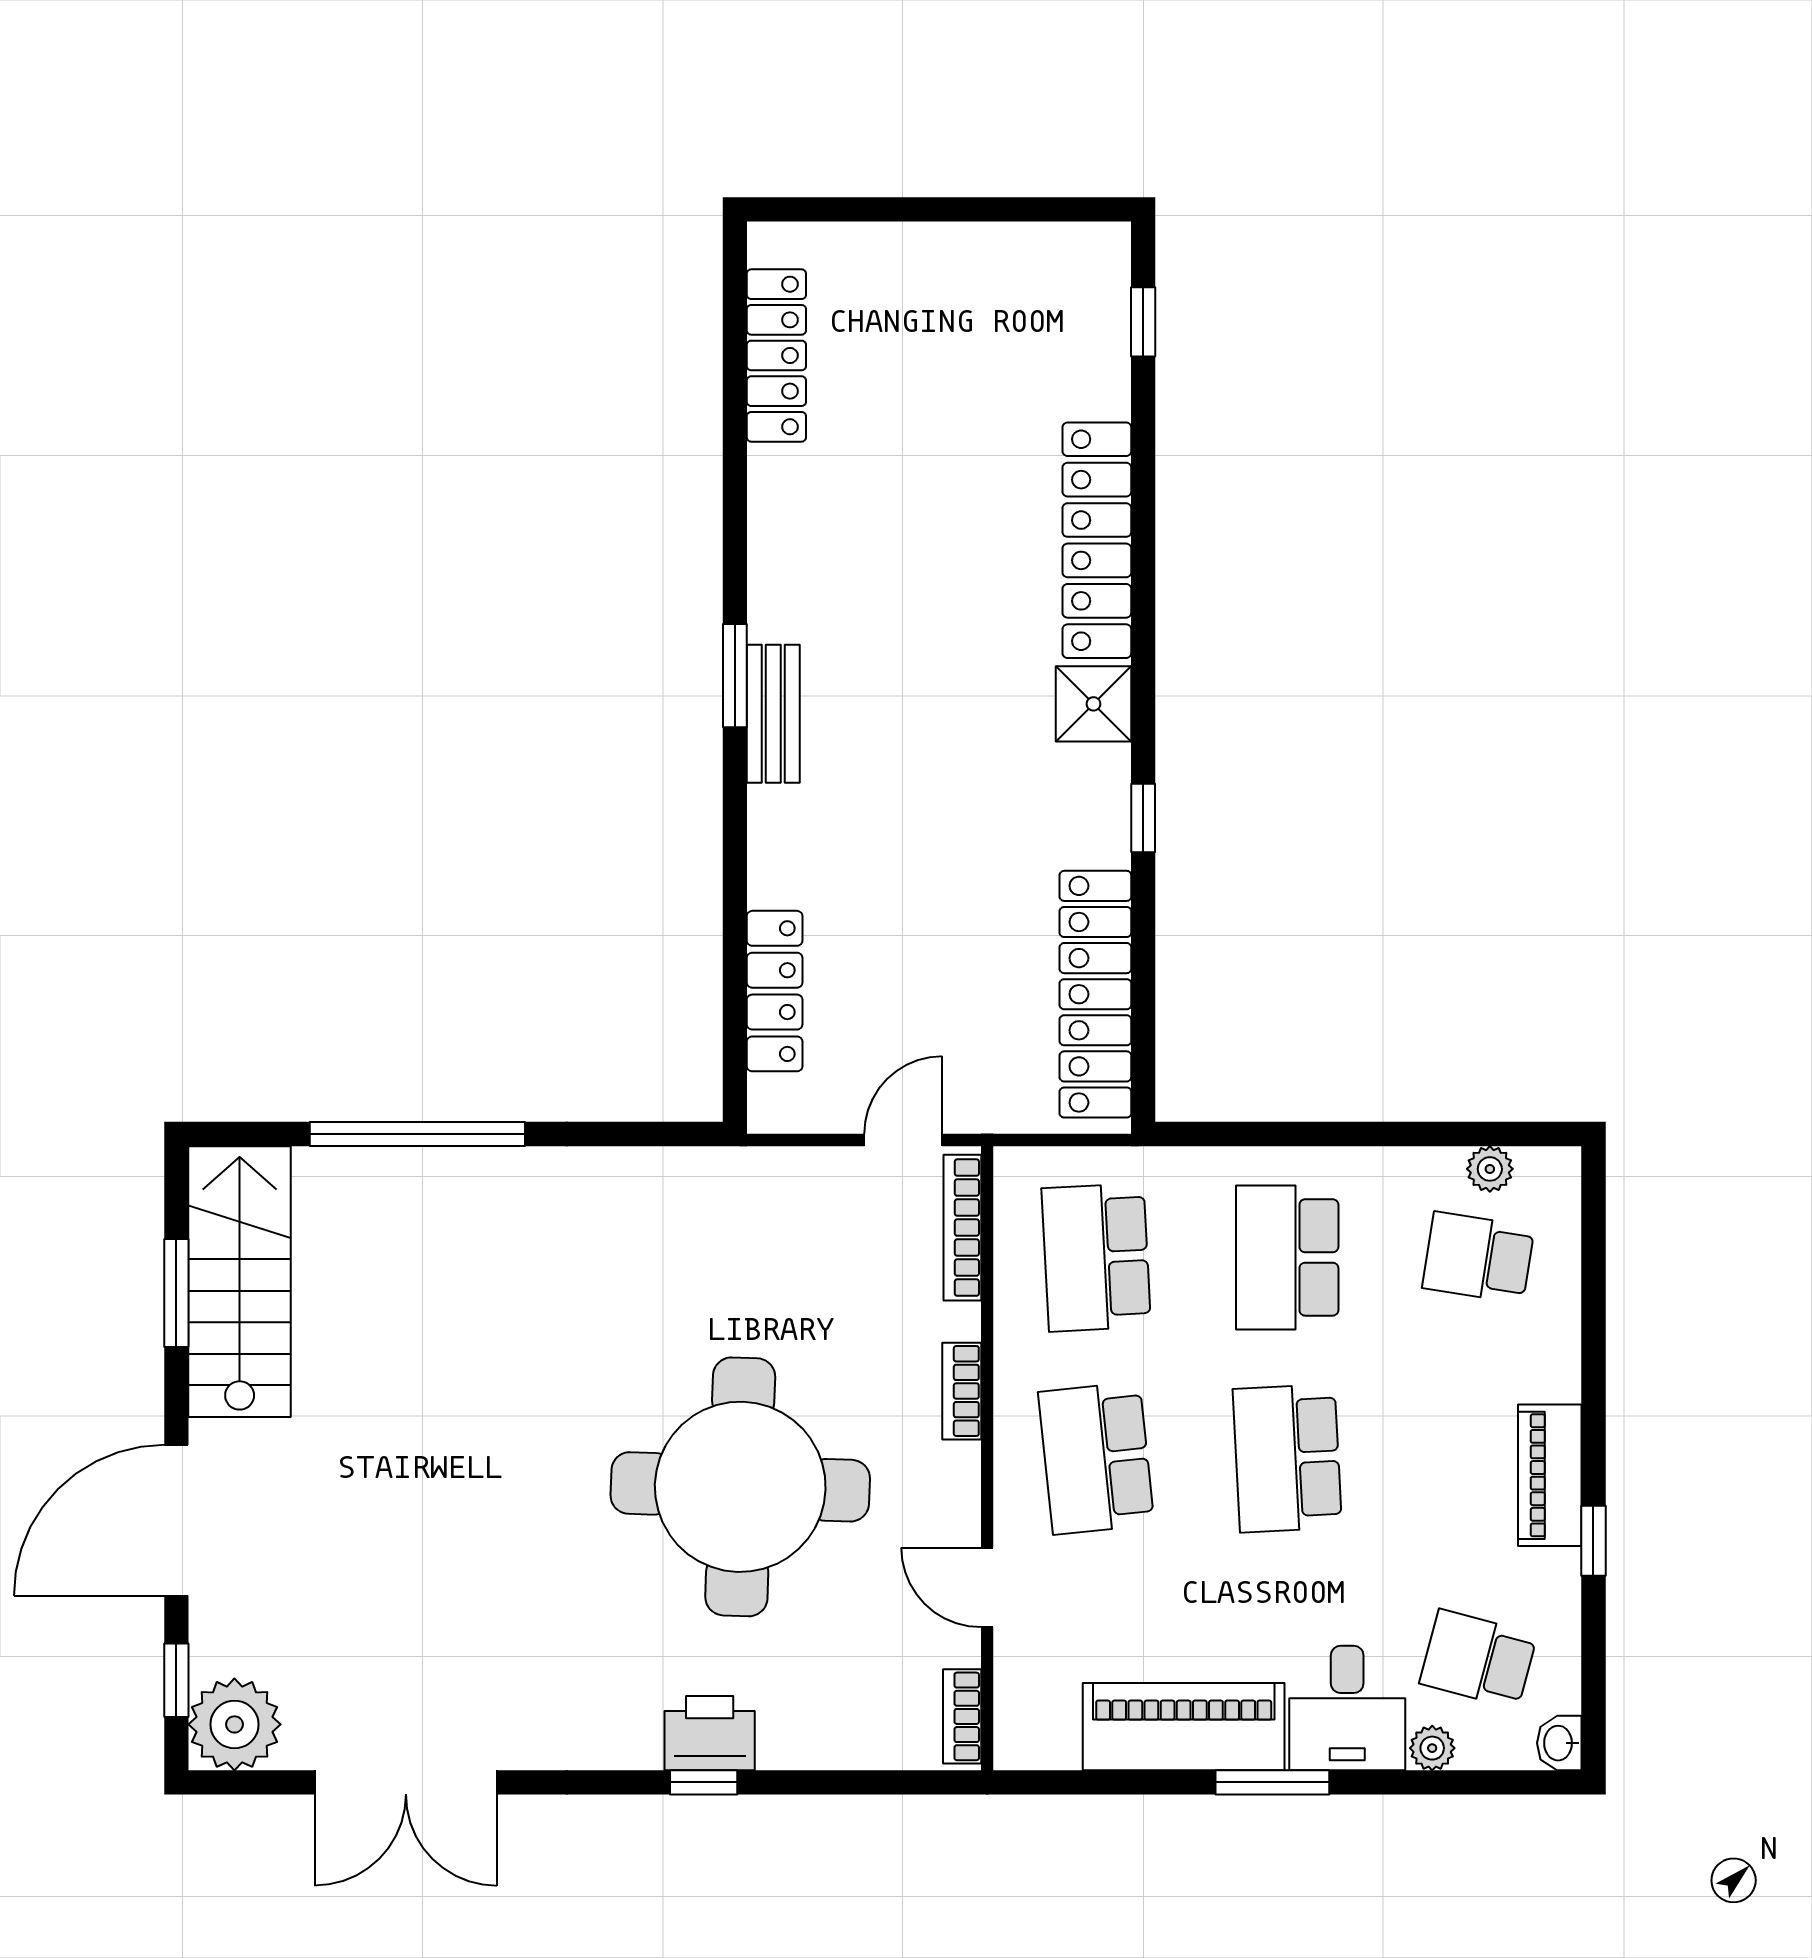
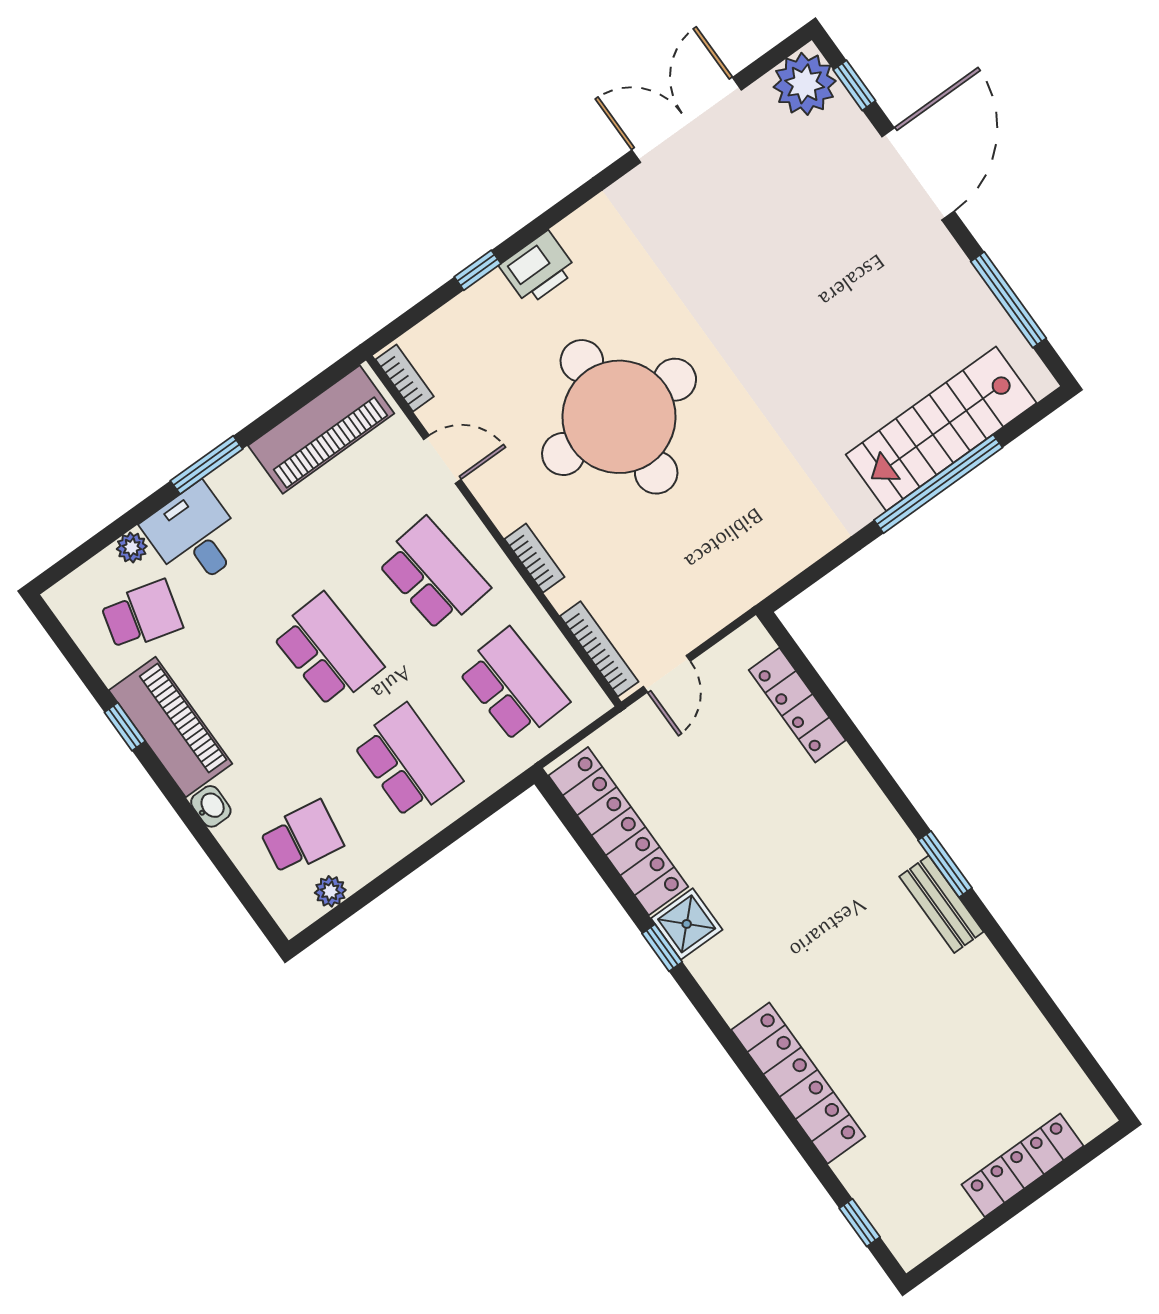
locker: (776, 355) -> (1022, 1165), moved, turned 90
shower: (1093, 704) -> (687, 924), moved
bench: (773, 714) -> (941, 904), moved
stairs: (240, 1282) -> (941, 429), moved, turned 90
window: (176, 1293) -> (1009, 300), width x1.44
piano: (1550, 1475) -> (171, 727), width x1.37, depth x1.33
piano: (1184, 1727) -> (321, 429), moved
washbasin: (1559, 1743) -> (211, 806), moved
window: (704, 1782) -> (478, 270), moved

